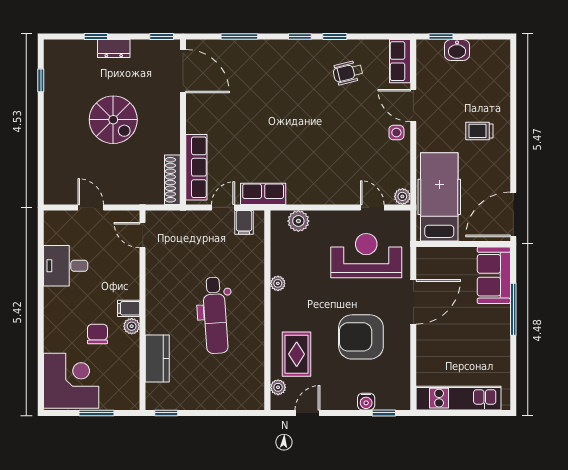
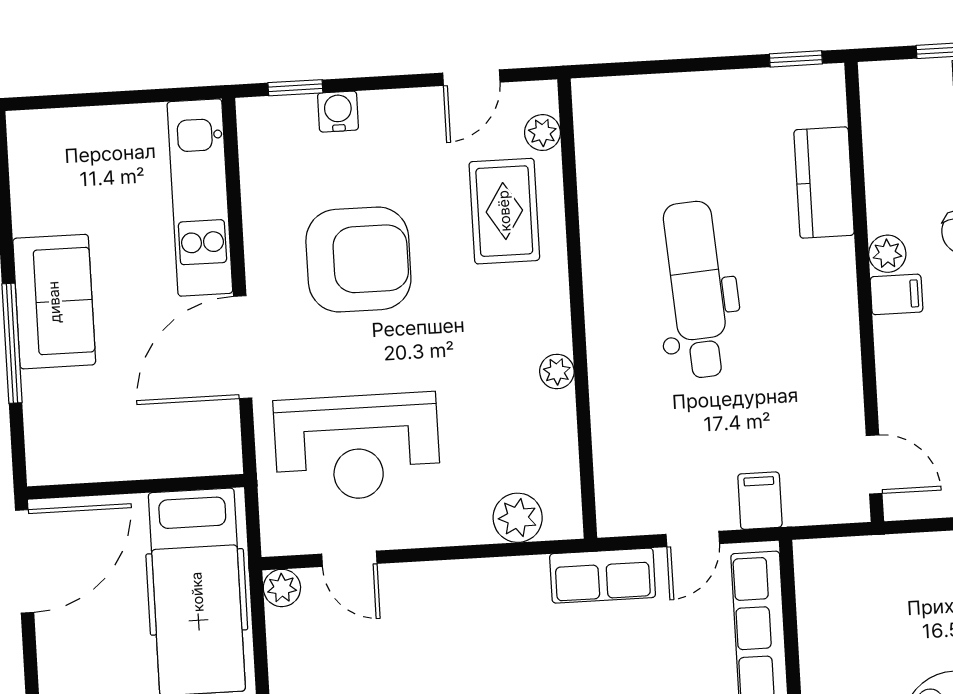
shoe rack: (172, 180) -> (813, 596), removed
filing cabinet: (244, 222) -> (760, 501), moved
sofa: (494, 275) -> (54, 302), moved
kitchen unit: (458, 398) -> (200, 197), moved, turned 90

